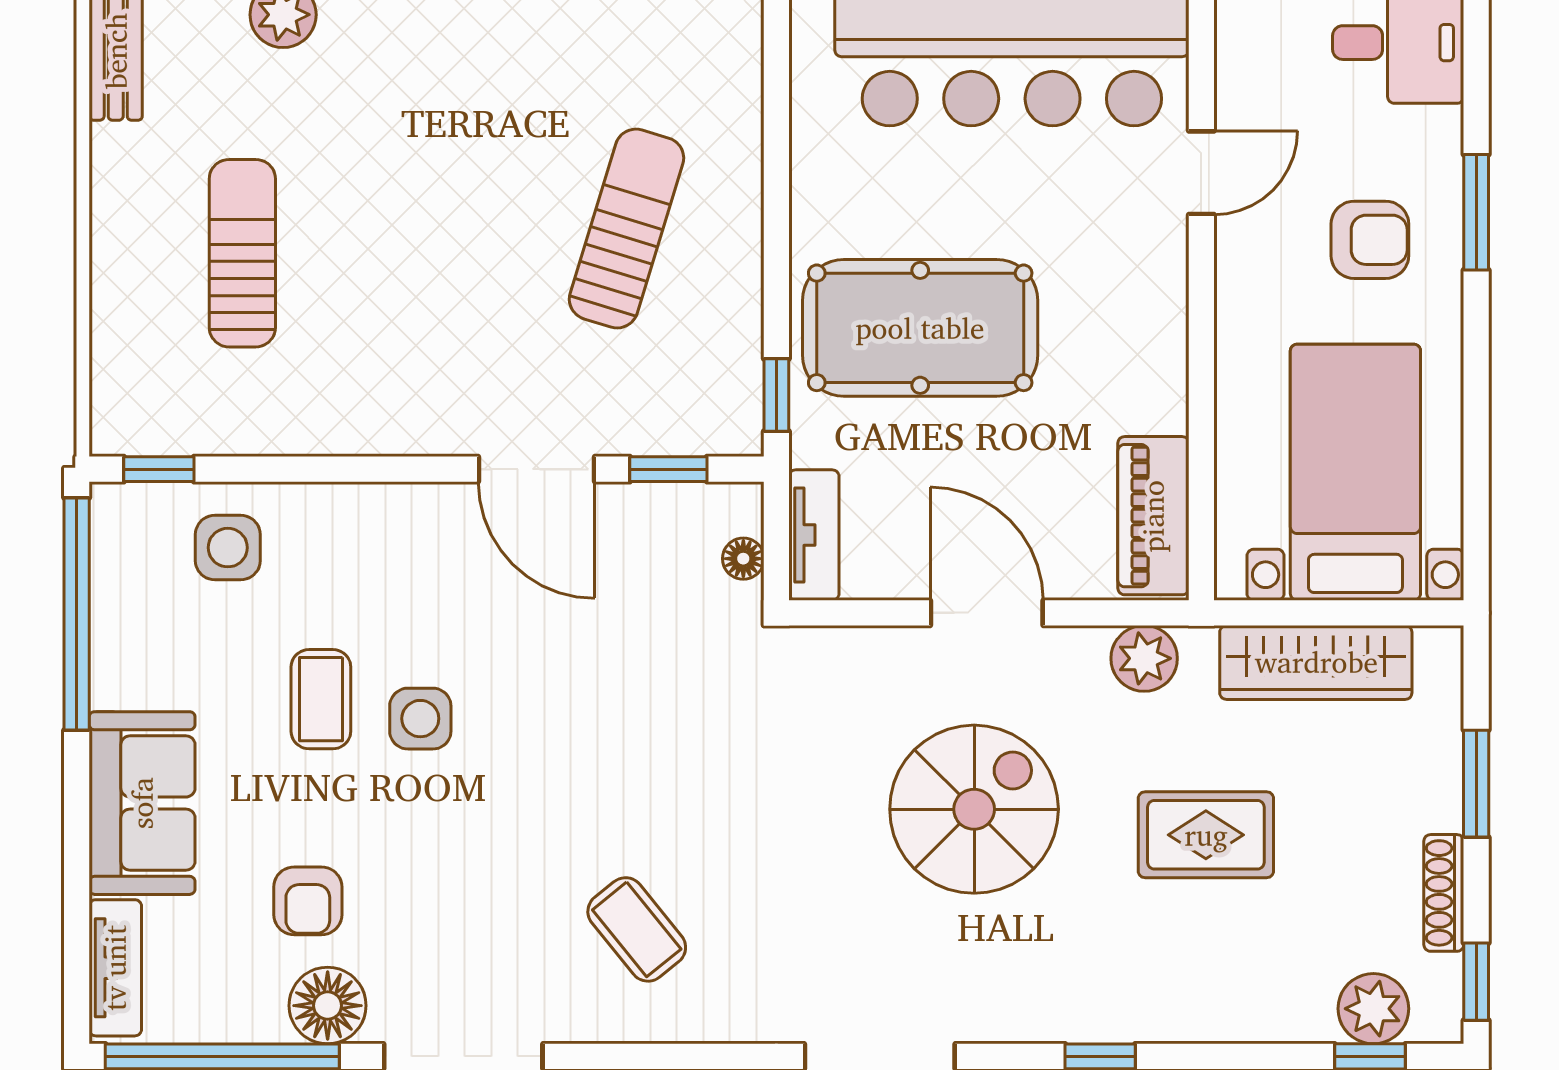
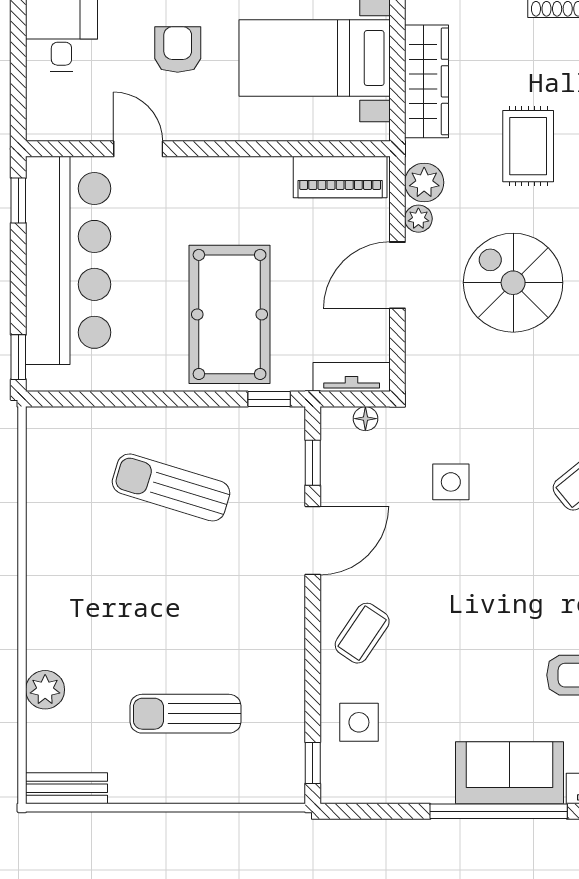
window: (77, 614) -> (499, 811), moved
plant: (1083, 649) -> (418, 219), added
coffee table: (321, 699) -> (362, 633), moved, turned -56
side table: (420, 719) -> (451, 482), moved

